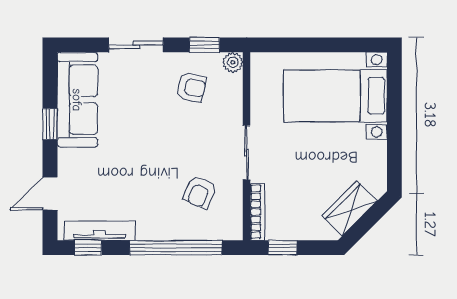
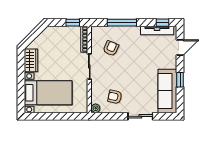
window: (204, 45) -> (109, 116), removed
wardrobe: (350, 208) -> (31, 60), moved, turned -45
window: (176, 248) -> (122, 23), width x0.68

